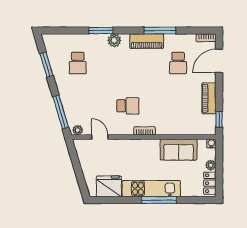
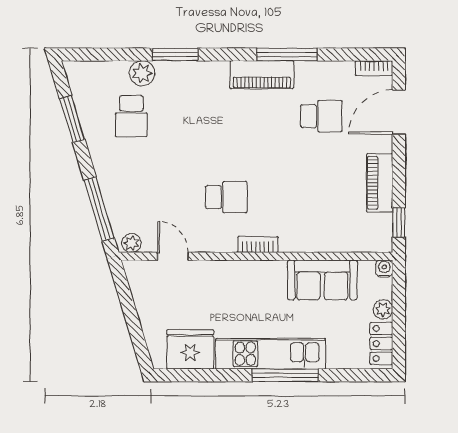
plant: (114, 40) -> (142, 73), moved
school desk: (178, 63) -> (321, 116), turned -90

